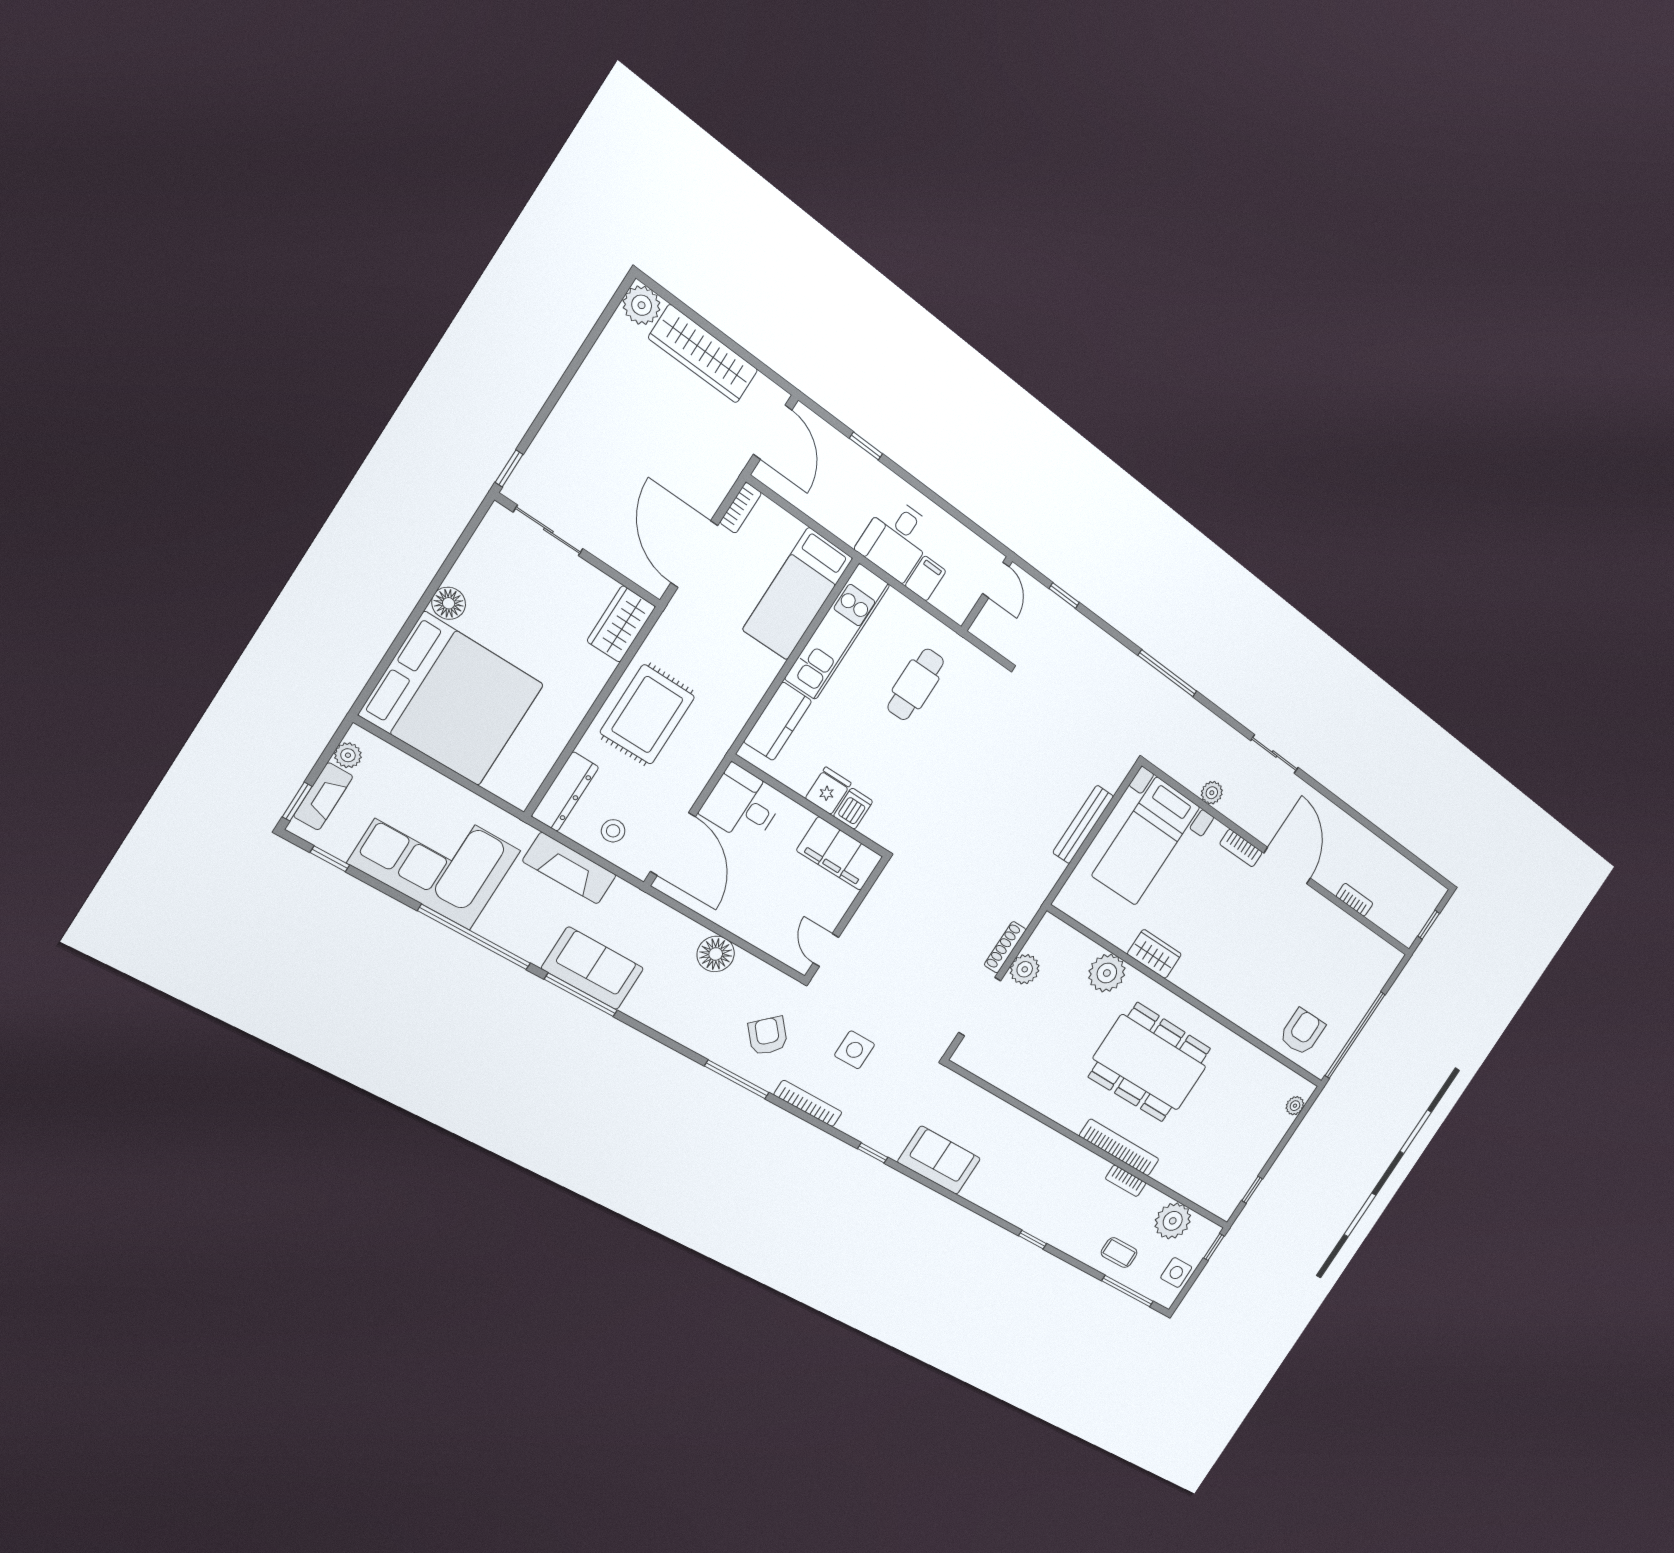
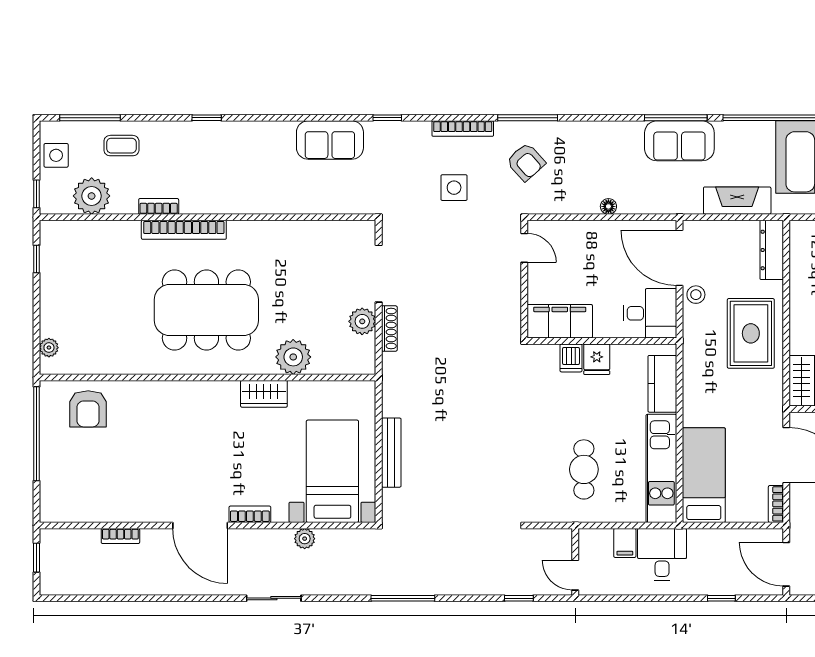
stool: (613, 831) -> (696, 295), moved
floor lamp: (716, 954) -> (608, 206), width x0.53, depth x0.53

